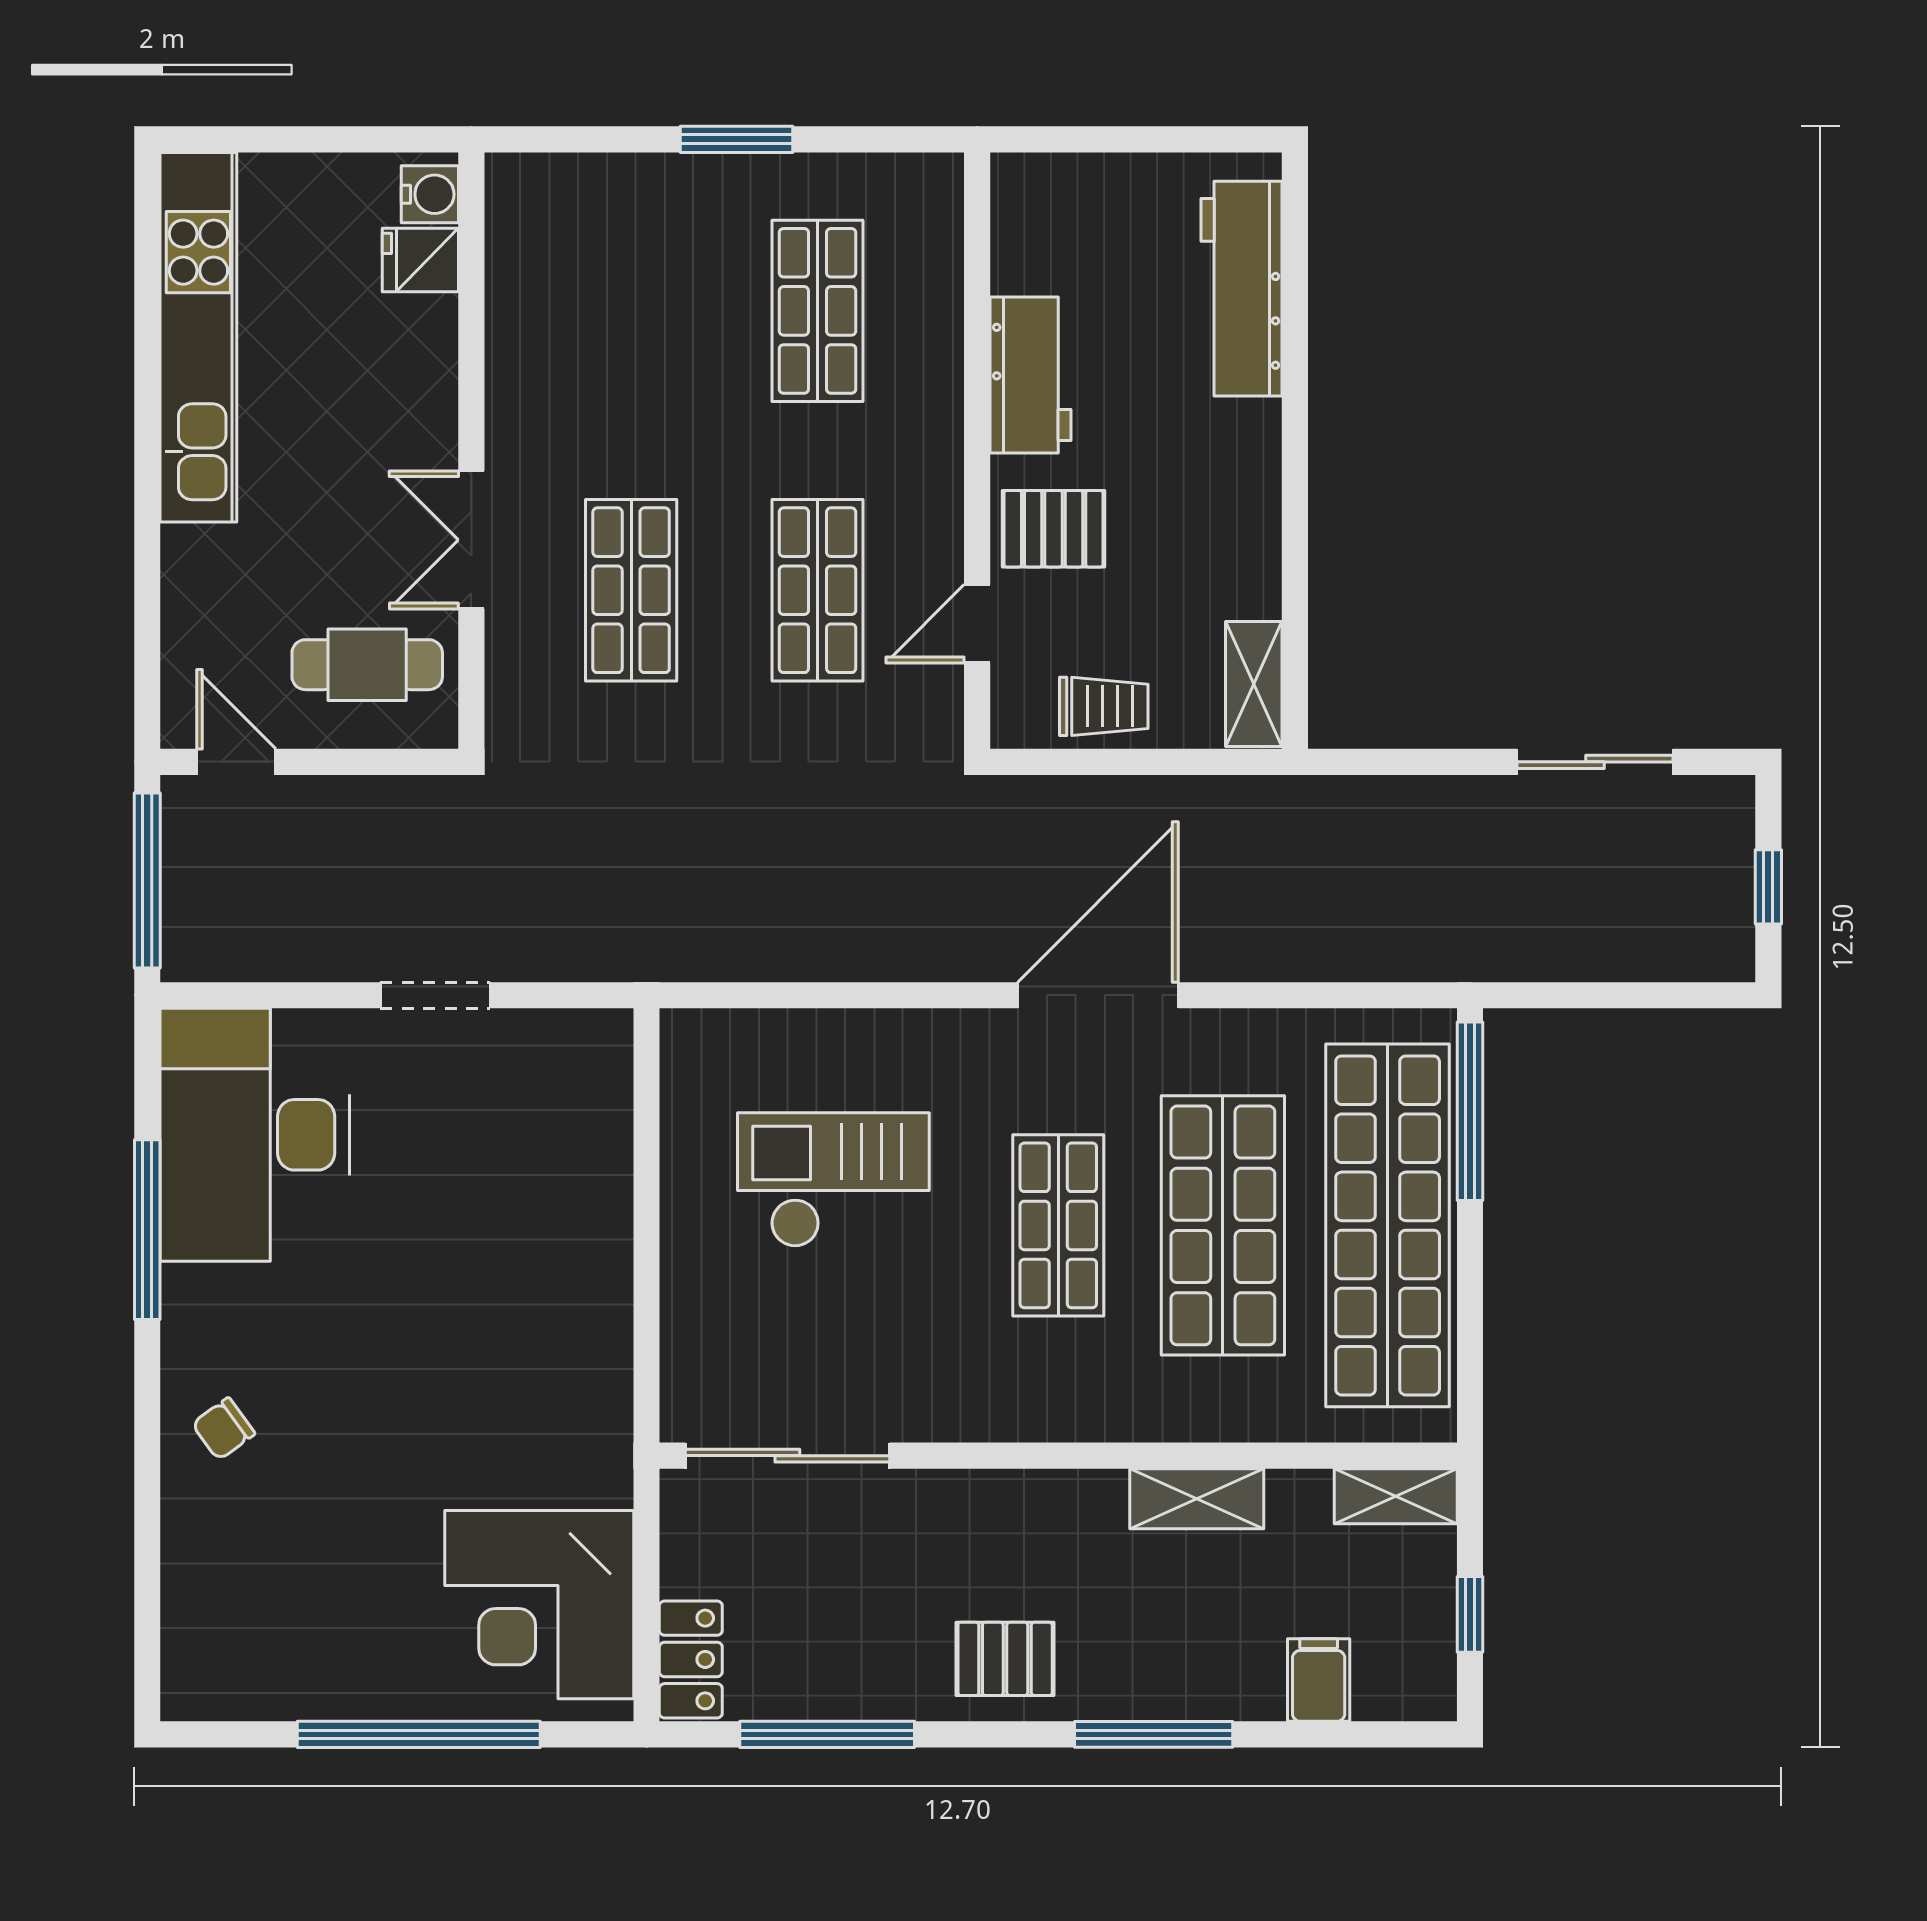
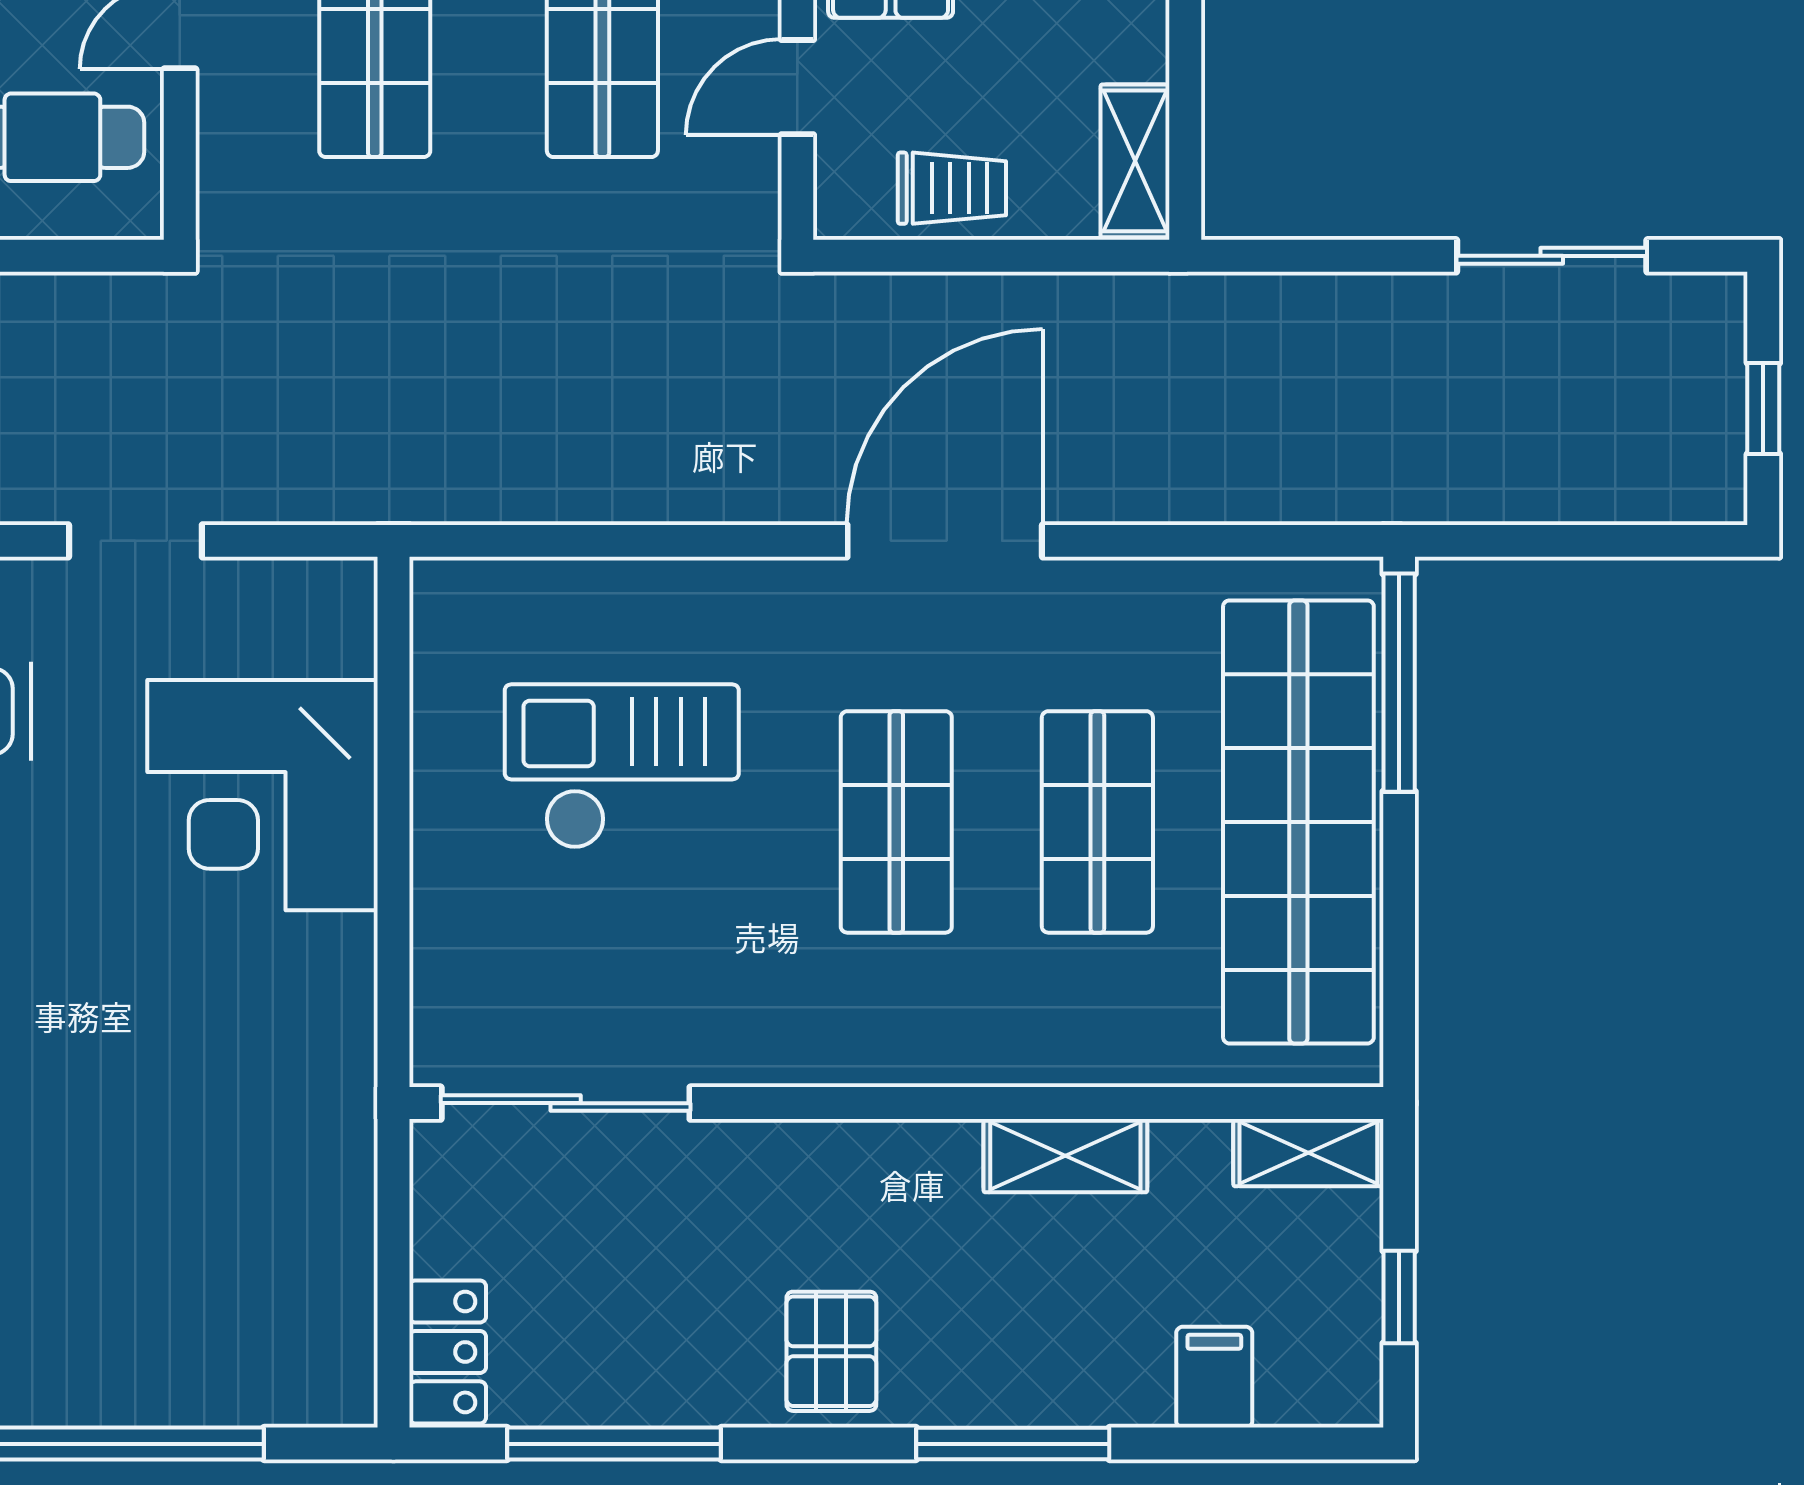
shop shelf: (1223, 1225) -> (1097, 822), width x0.70, depth x0.74
corner desk: (539, 1605) -> (263, 795), moved
pallet: (1005, 1659) -> (831, 1351), turned 90

